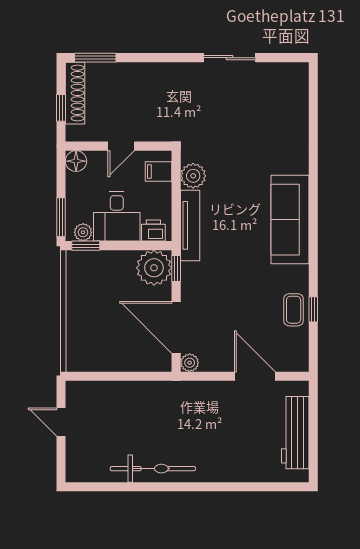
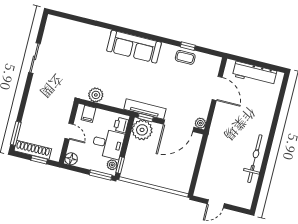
tv unit: (190, 225) -> (145, 109), moved
door: (255, 376) -> (217, 88), swing flipped

